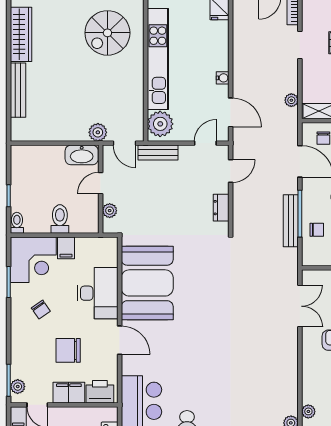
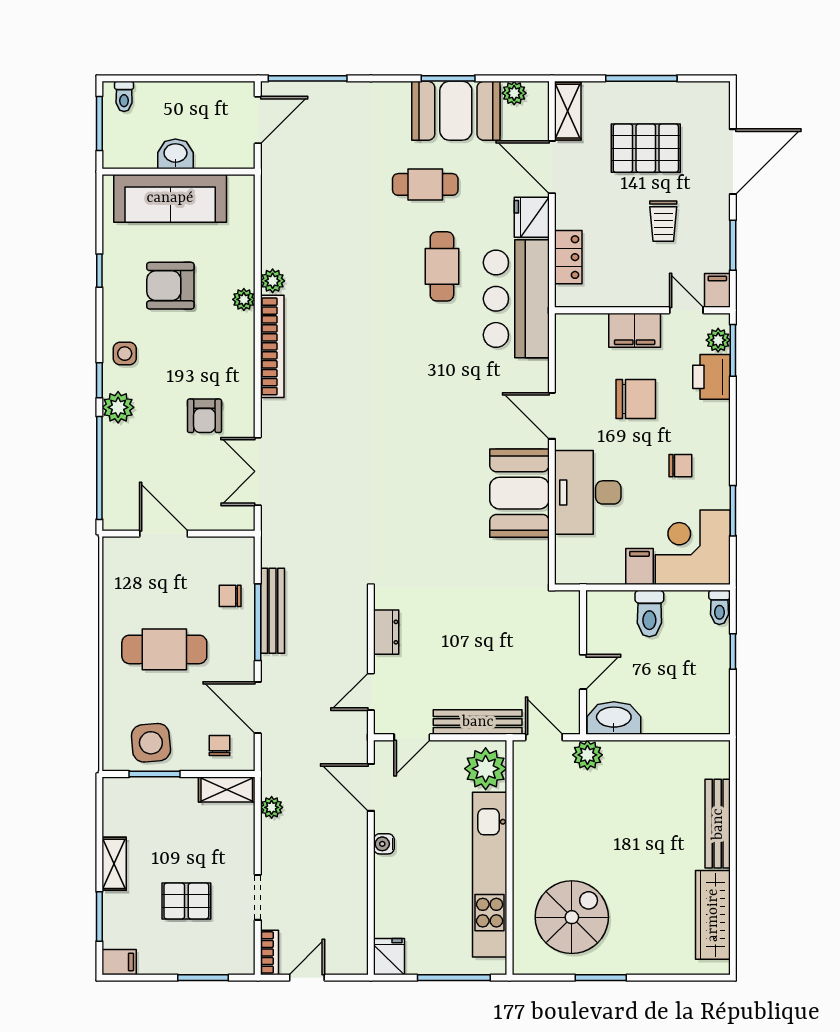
bench: (158, 152) -> (478, 722), width x1.36
plant: (110, 211) -> (568, 627), removed
booth: (147, 283) -> (519, 493), width x0.73, depth x0.70
chair: (41, 310) -> (680, 466), turned 125
bookcase: (291, 383) -> (272, 346), added
printer: (100, 392) -> (711, 377), moved, turned 90

